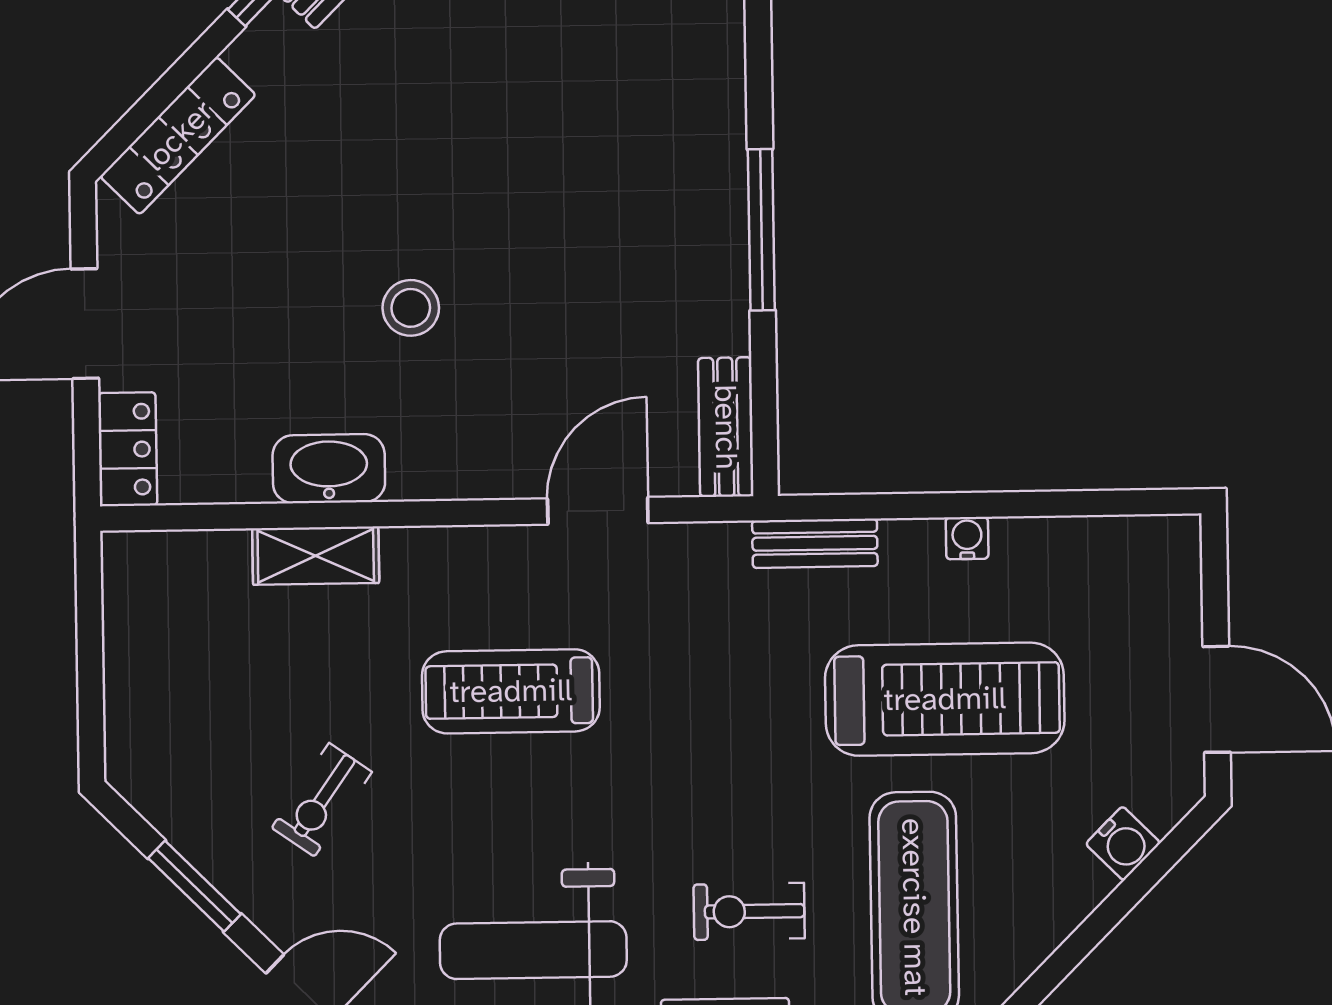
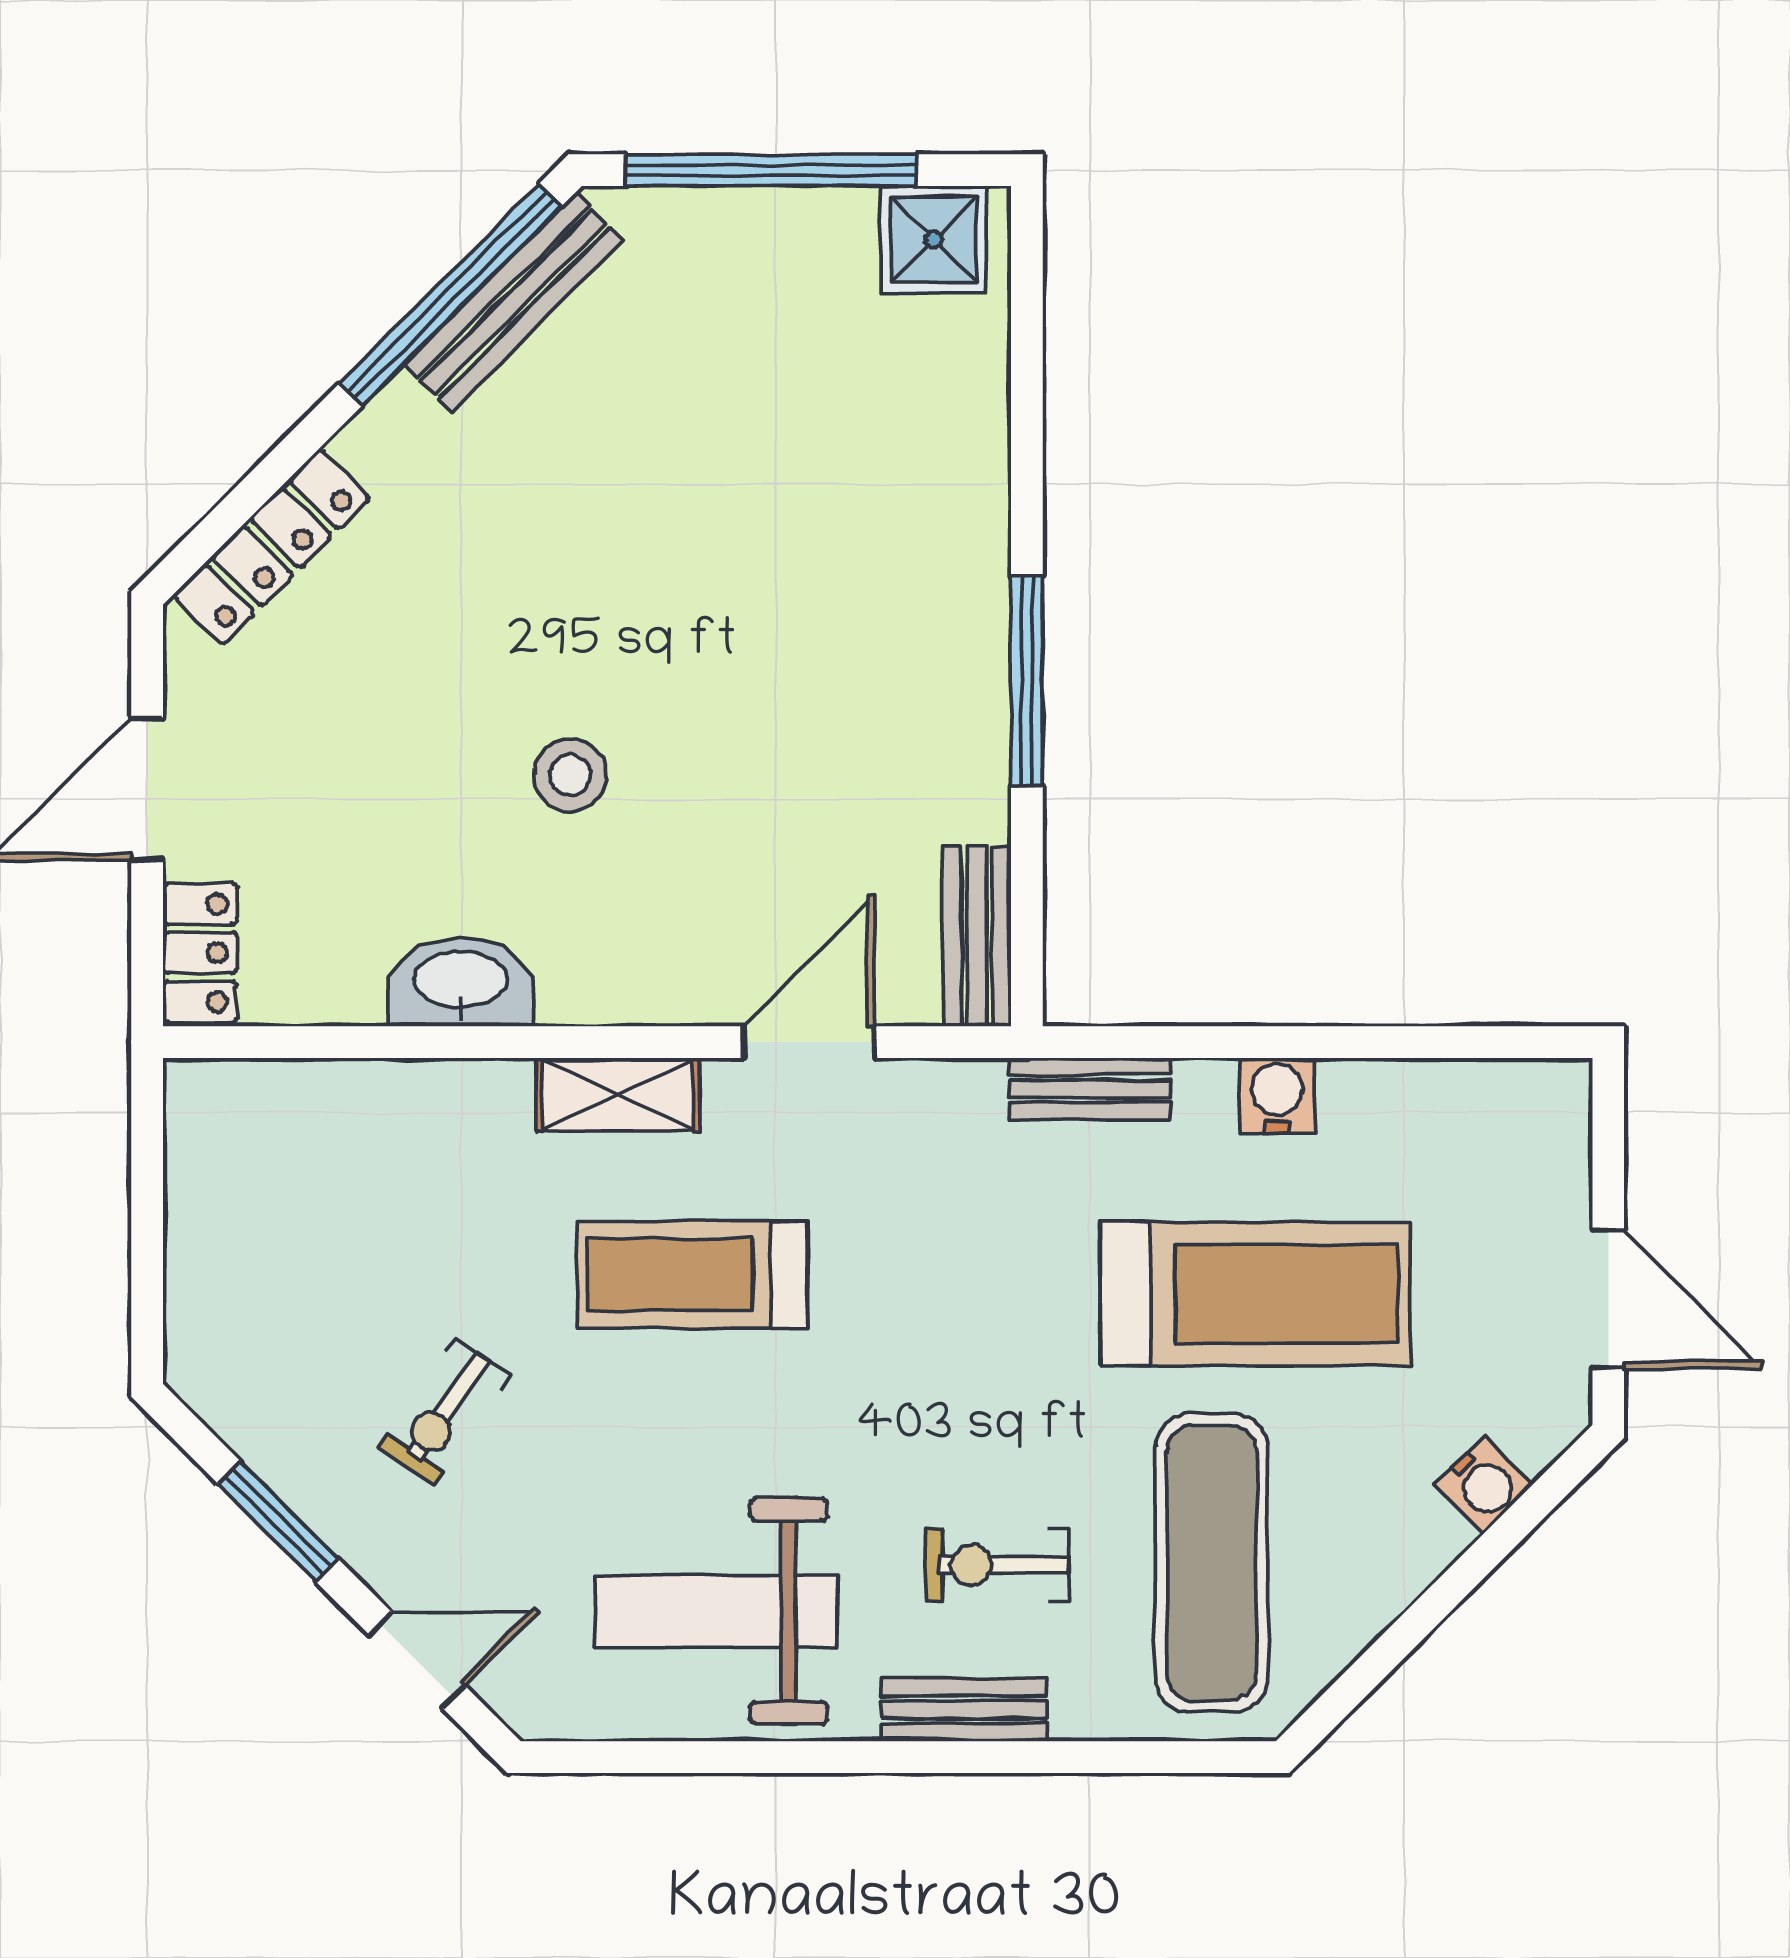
water cooler: (967, 538) -> (1277, 1096), width x1.38, depth x1.38
shelving: (316, 556) -> (618, 1095), moved

